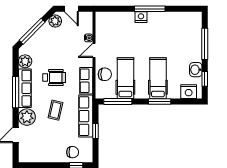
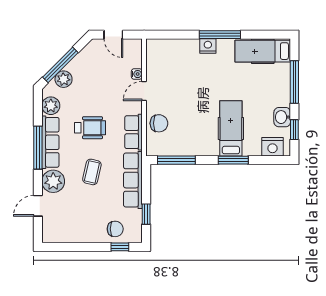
plant: (55, 21) -> (64, 79), moved
hospital bed: (125, 78) -> (263, 51), moved, turned -90
window: (95, 131) -> (146, 214), moved

